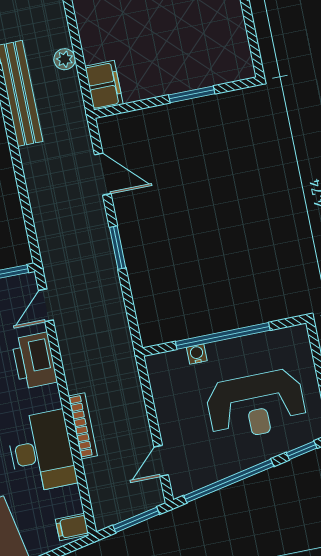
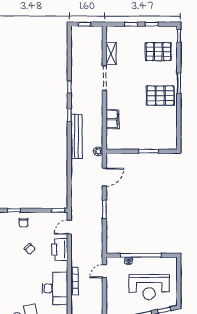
plant: (65, 59) -> (98, 151), moved
filing cabinet: (104, 85) -> (112, 119), moved
door: (103, 174) -> (104, 177), hinge flipped
door: (161, 461) -> (104, 271), moved

